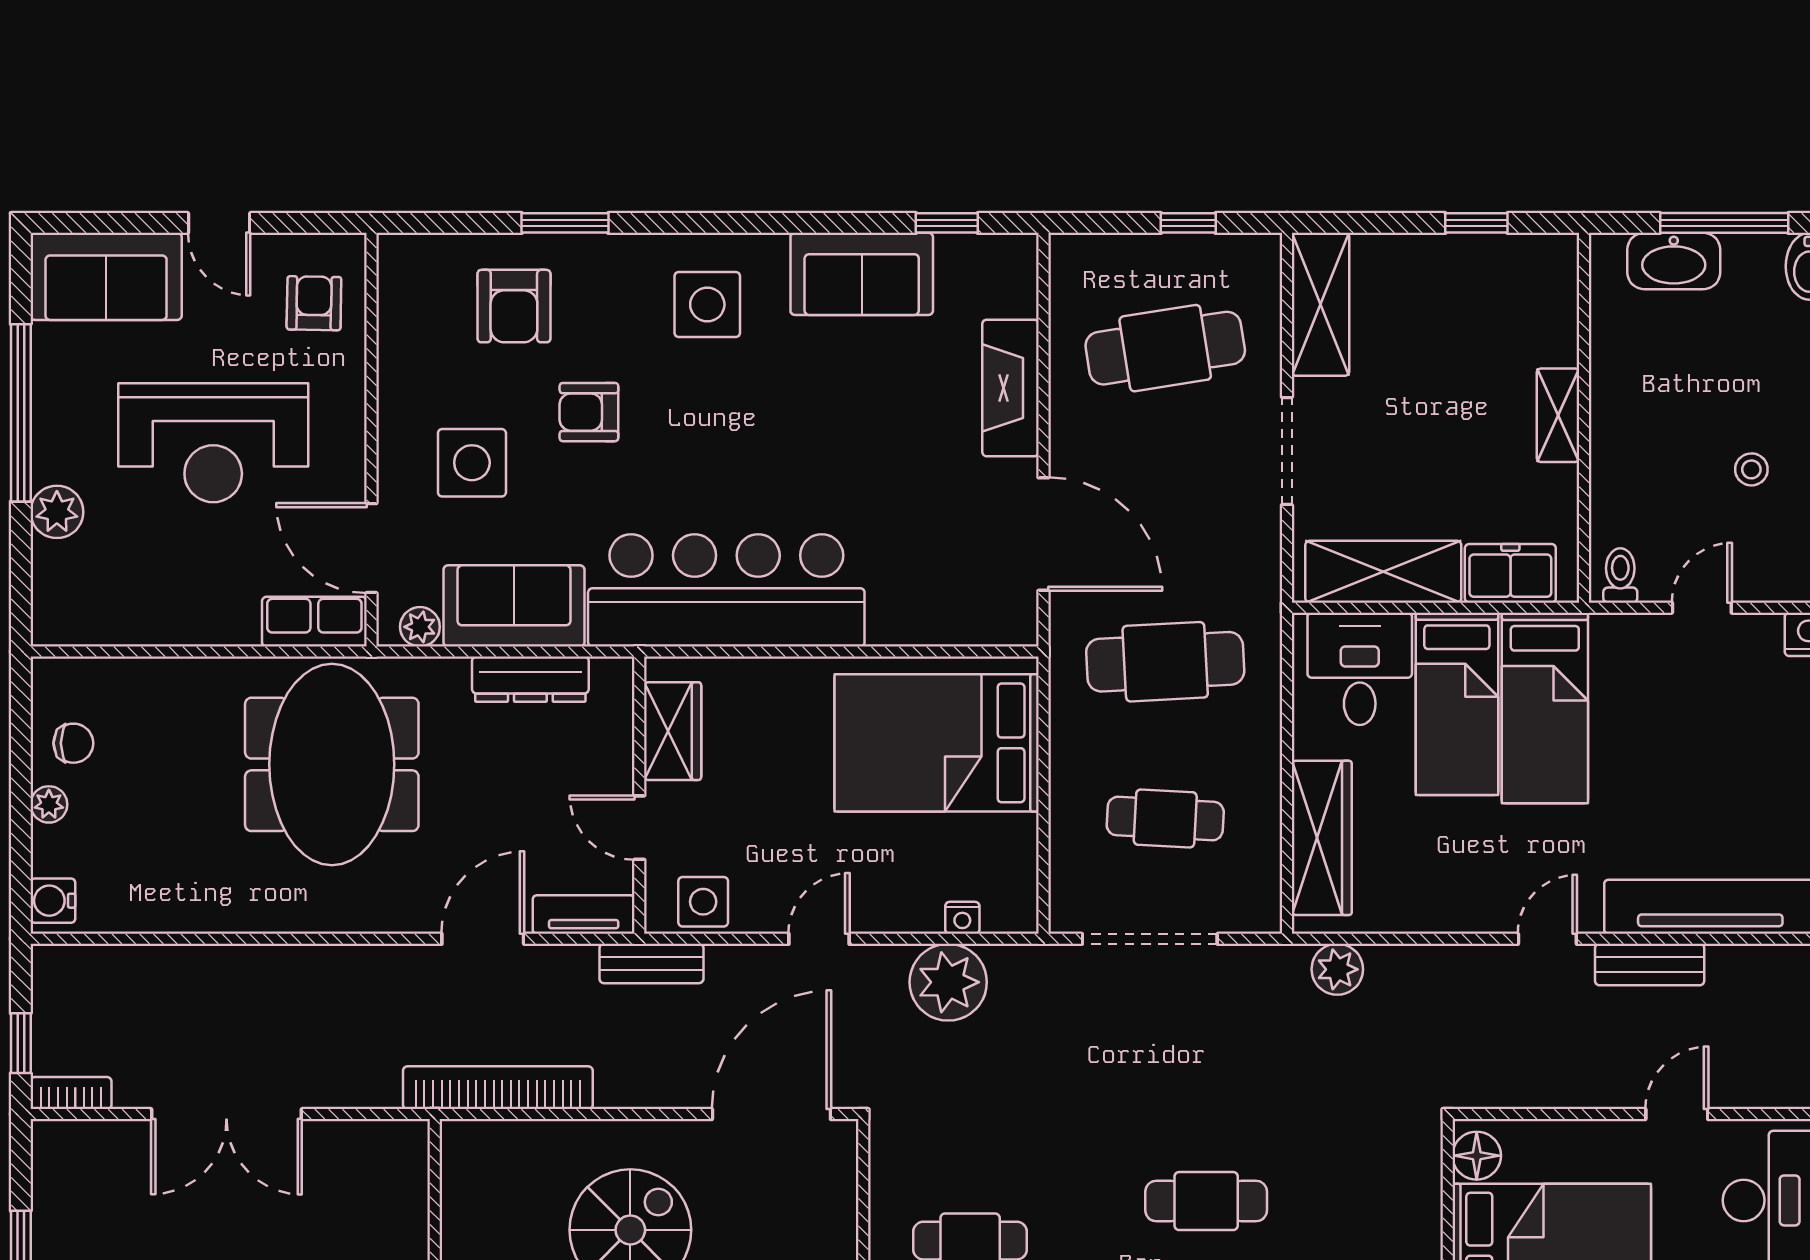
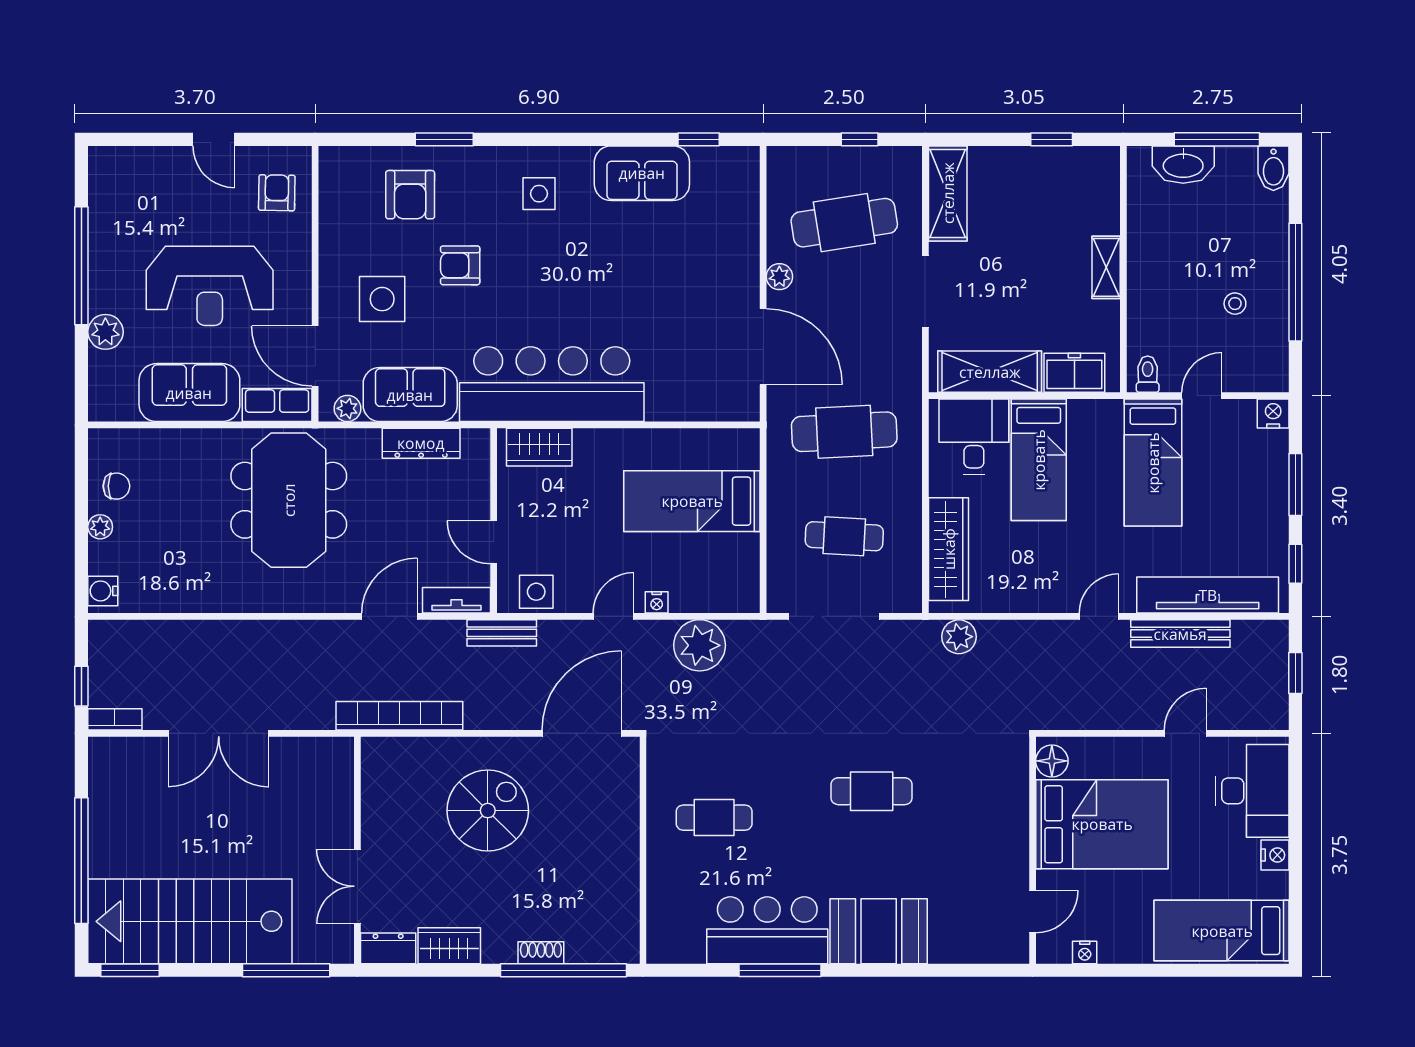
sofa: (106, 276) -> (189, 393), moved, turned 180
side table: (707, 305) -> (539, 194), width x0.73, depth x0.73
fireplace: (1010, 388) -> (741, 249), removed
plant: (1068, 429) -> (779, 277), added
bed: (1545, 708) -> (1153, 463), moved
wardrobe: (673, 731) -> (539, 447), moved, turned 90
bed: (937, 743) -> (692, 501), width x0.67
nightstand: (962, 918) -> (657, 602), moved
bench: (1650, 964) -> (1180, 634), width x1.36

